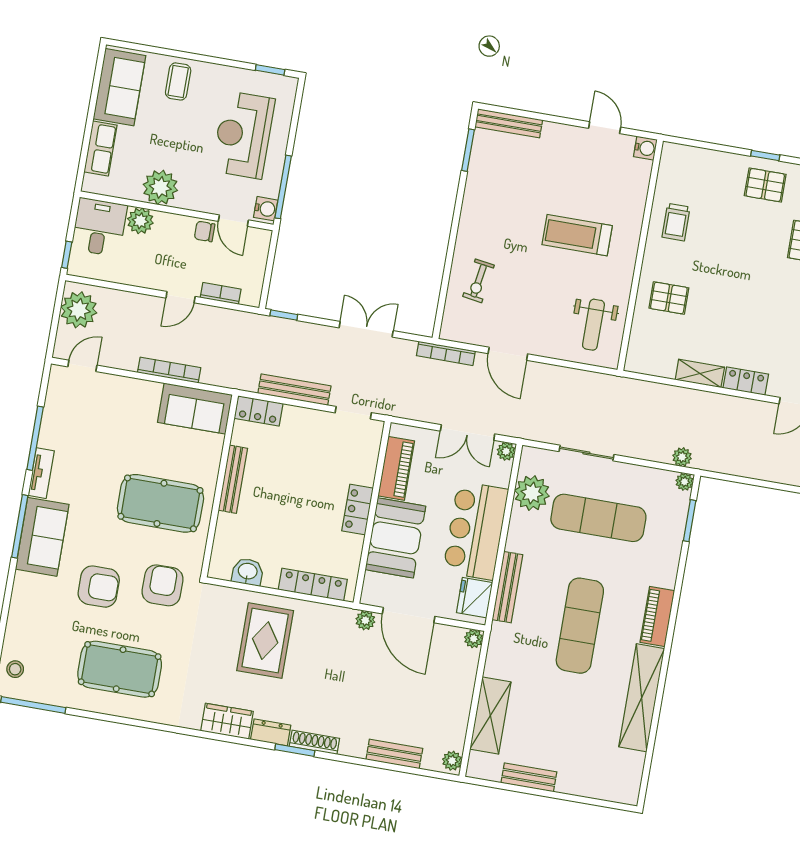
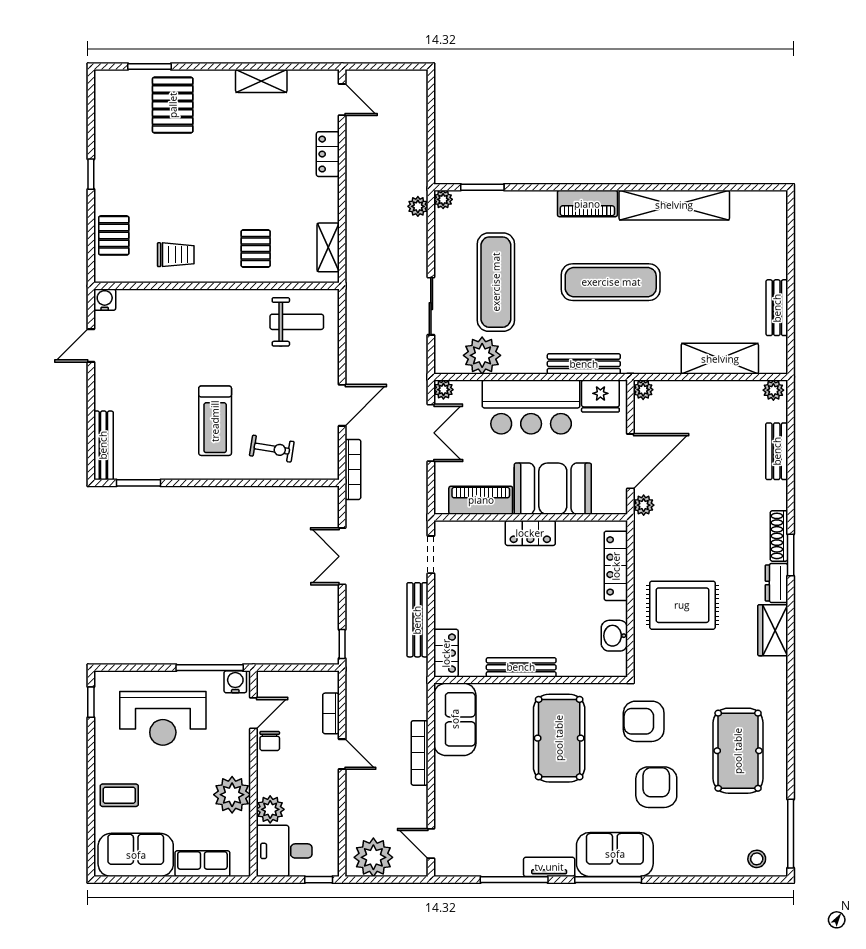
pallet: (765, 185) -> (114, 235), moved
treadmill: (577, 235) -> (215, 421), moved
shelving: (700, 373) -> (328, 247), moved

